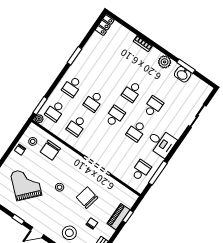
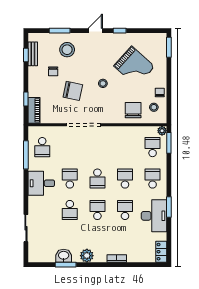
desk: (91, 57) -> (154, 216), added
school desk: (77, 126) -> (125, 210), moved
piano: (118, 217) -> (34, 110), moved

